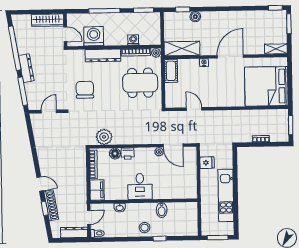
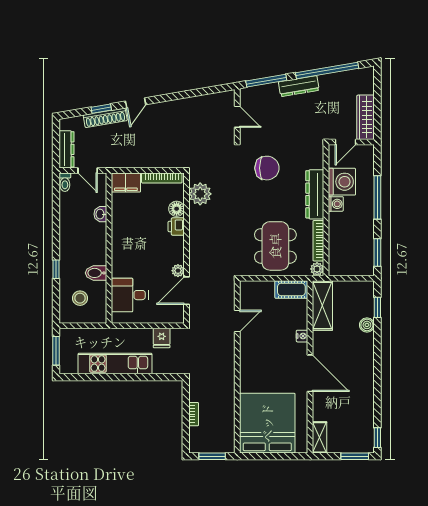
washing machine: (133, 40) -> (336, 204), moved
desk: (140, 186) -> (130, 295), moved
stool: (145, 228) -> (80, 298), moved

